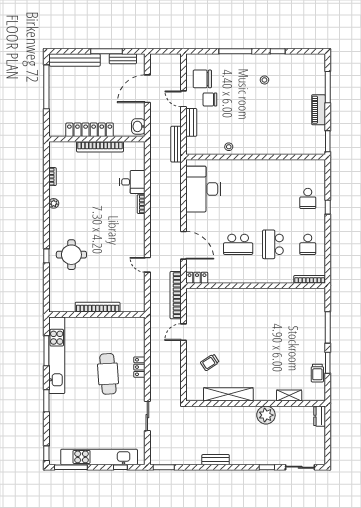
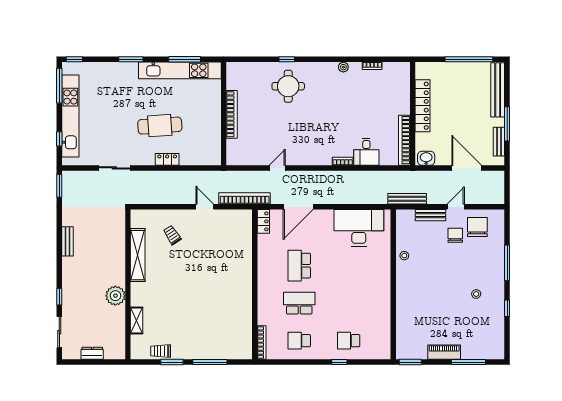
bookcase: (100, 147) -> (404, 140), moved
dresser: (320, 416) -> (92, 353), moved

